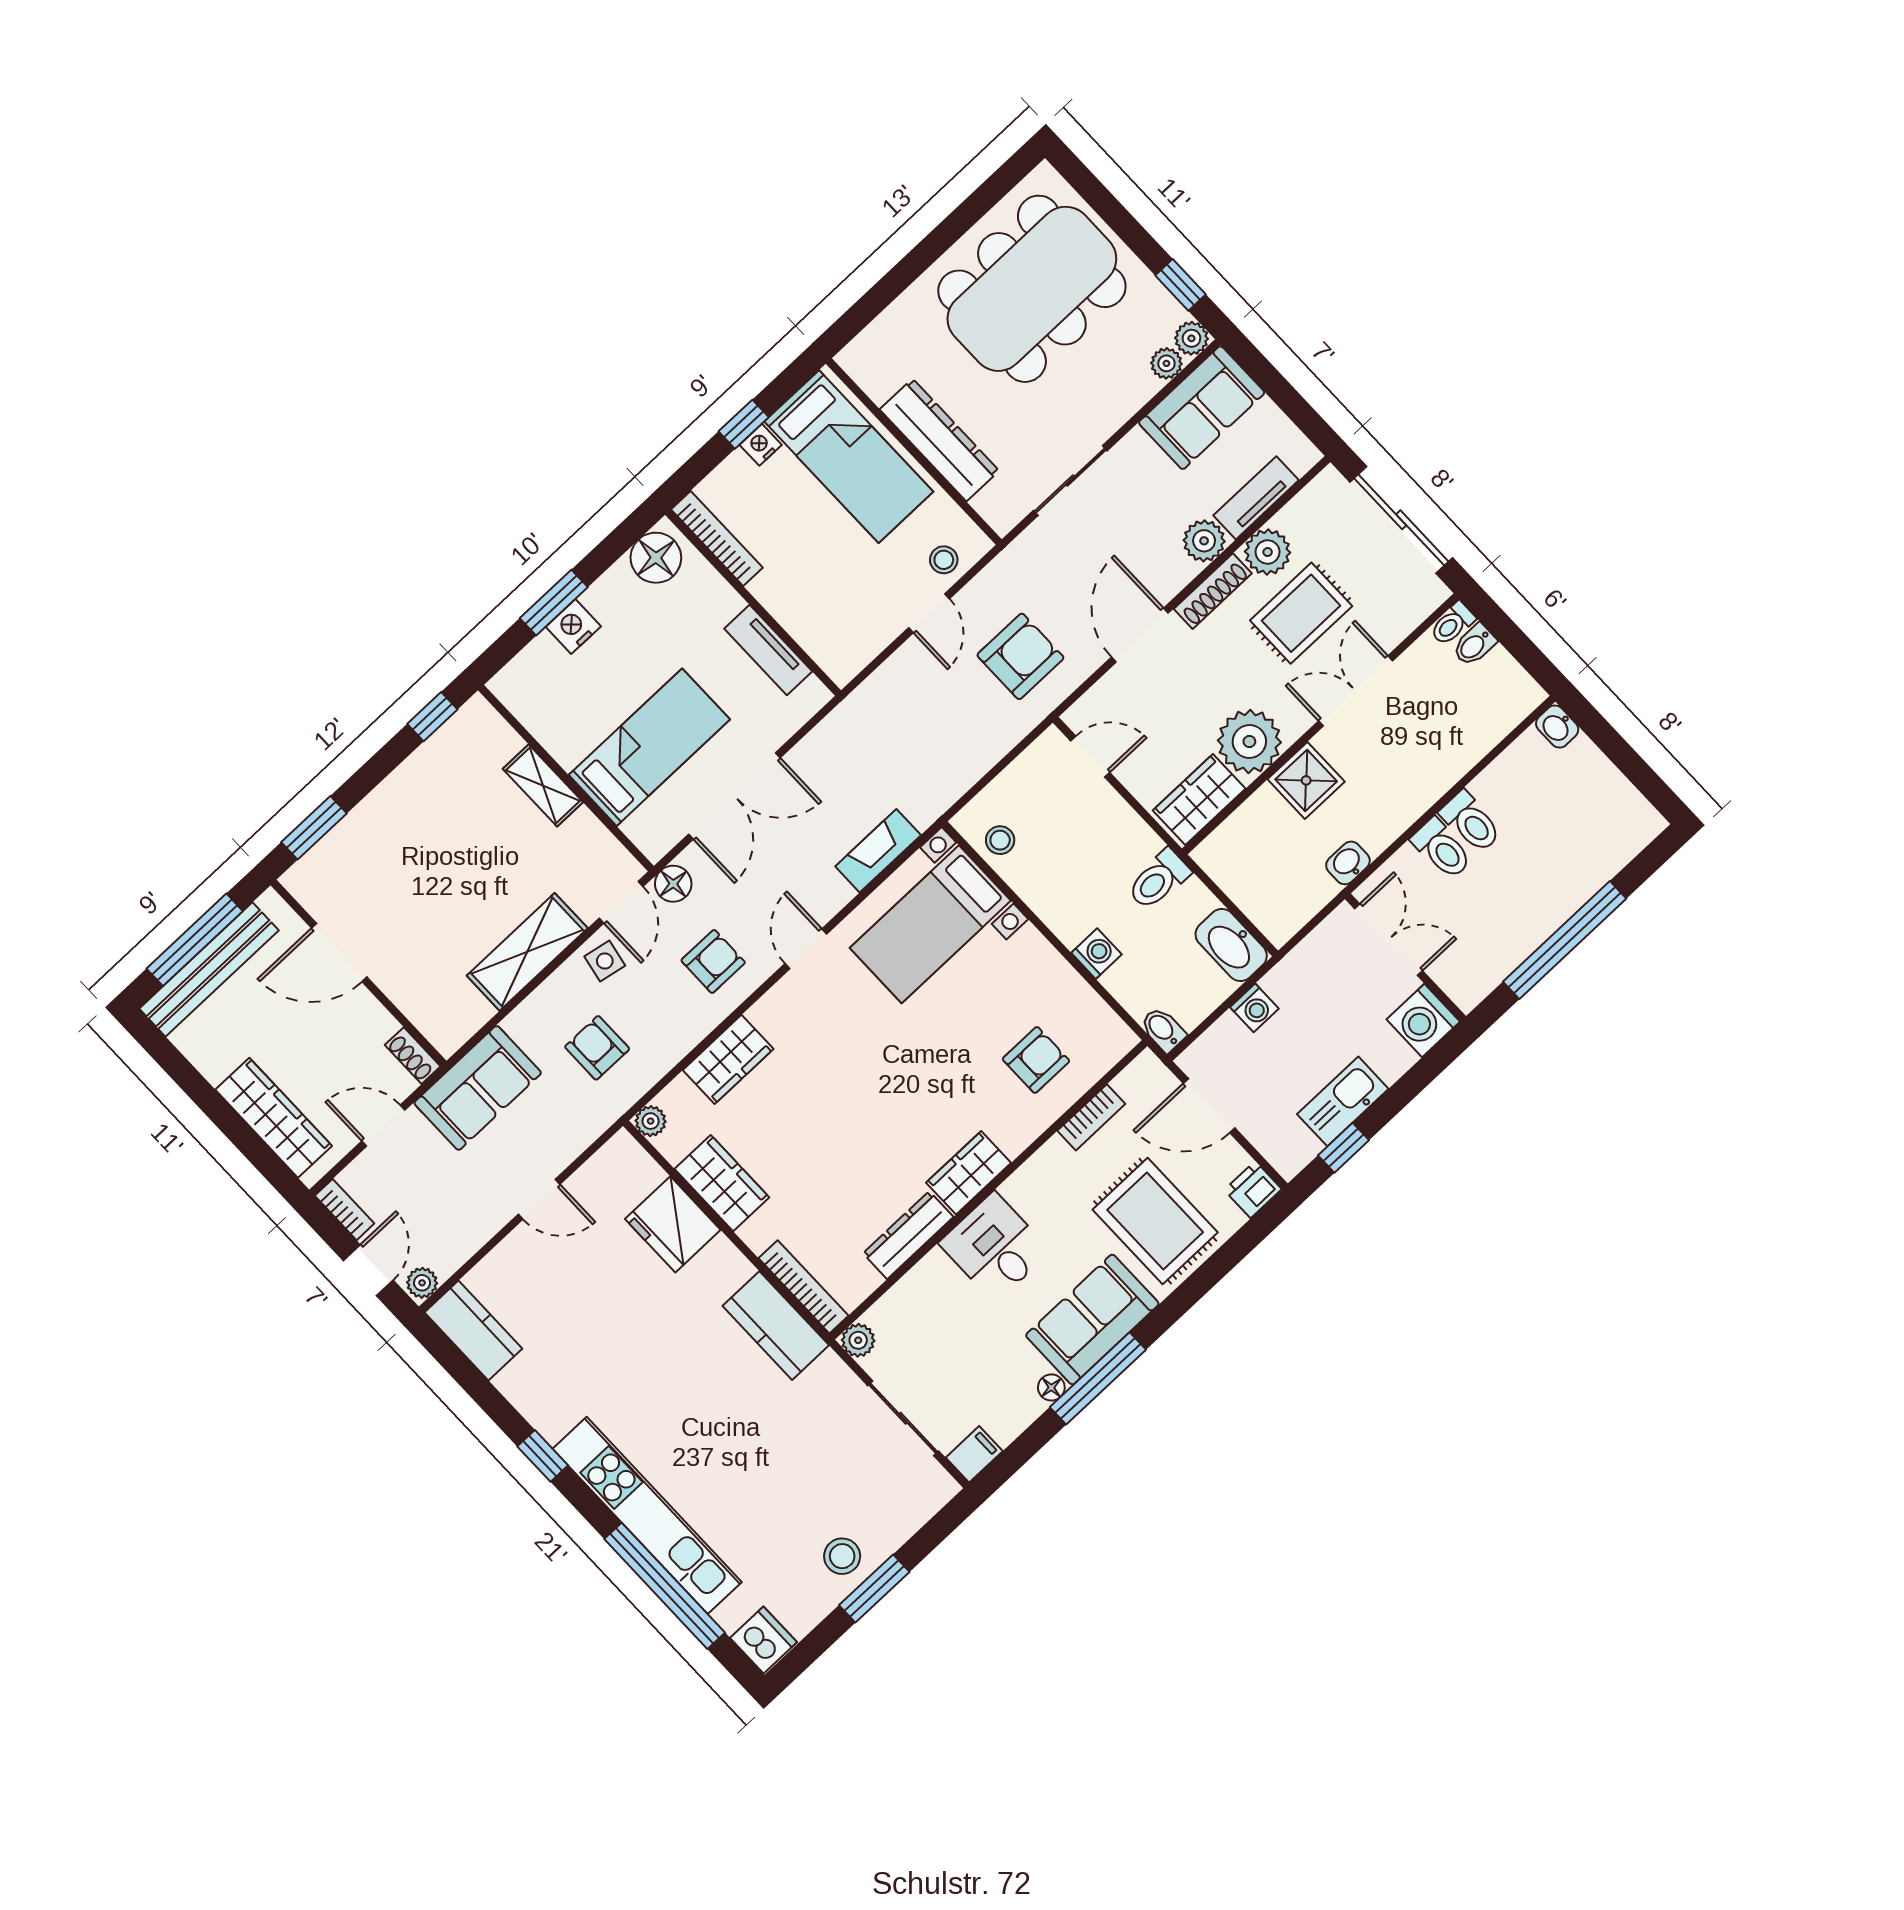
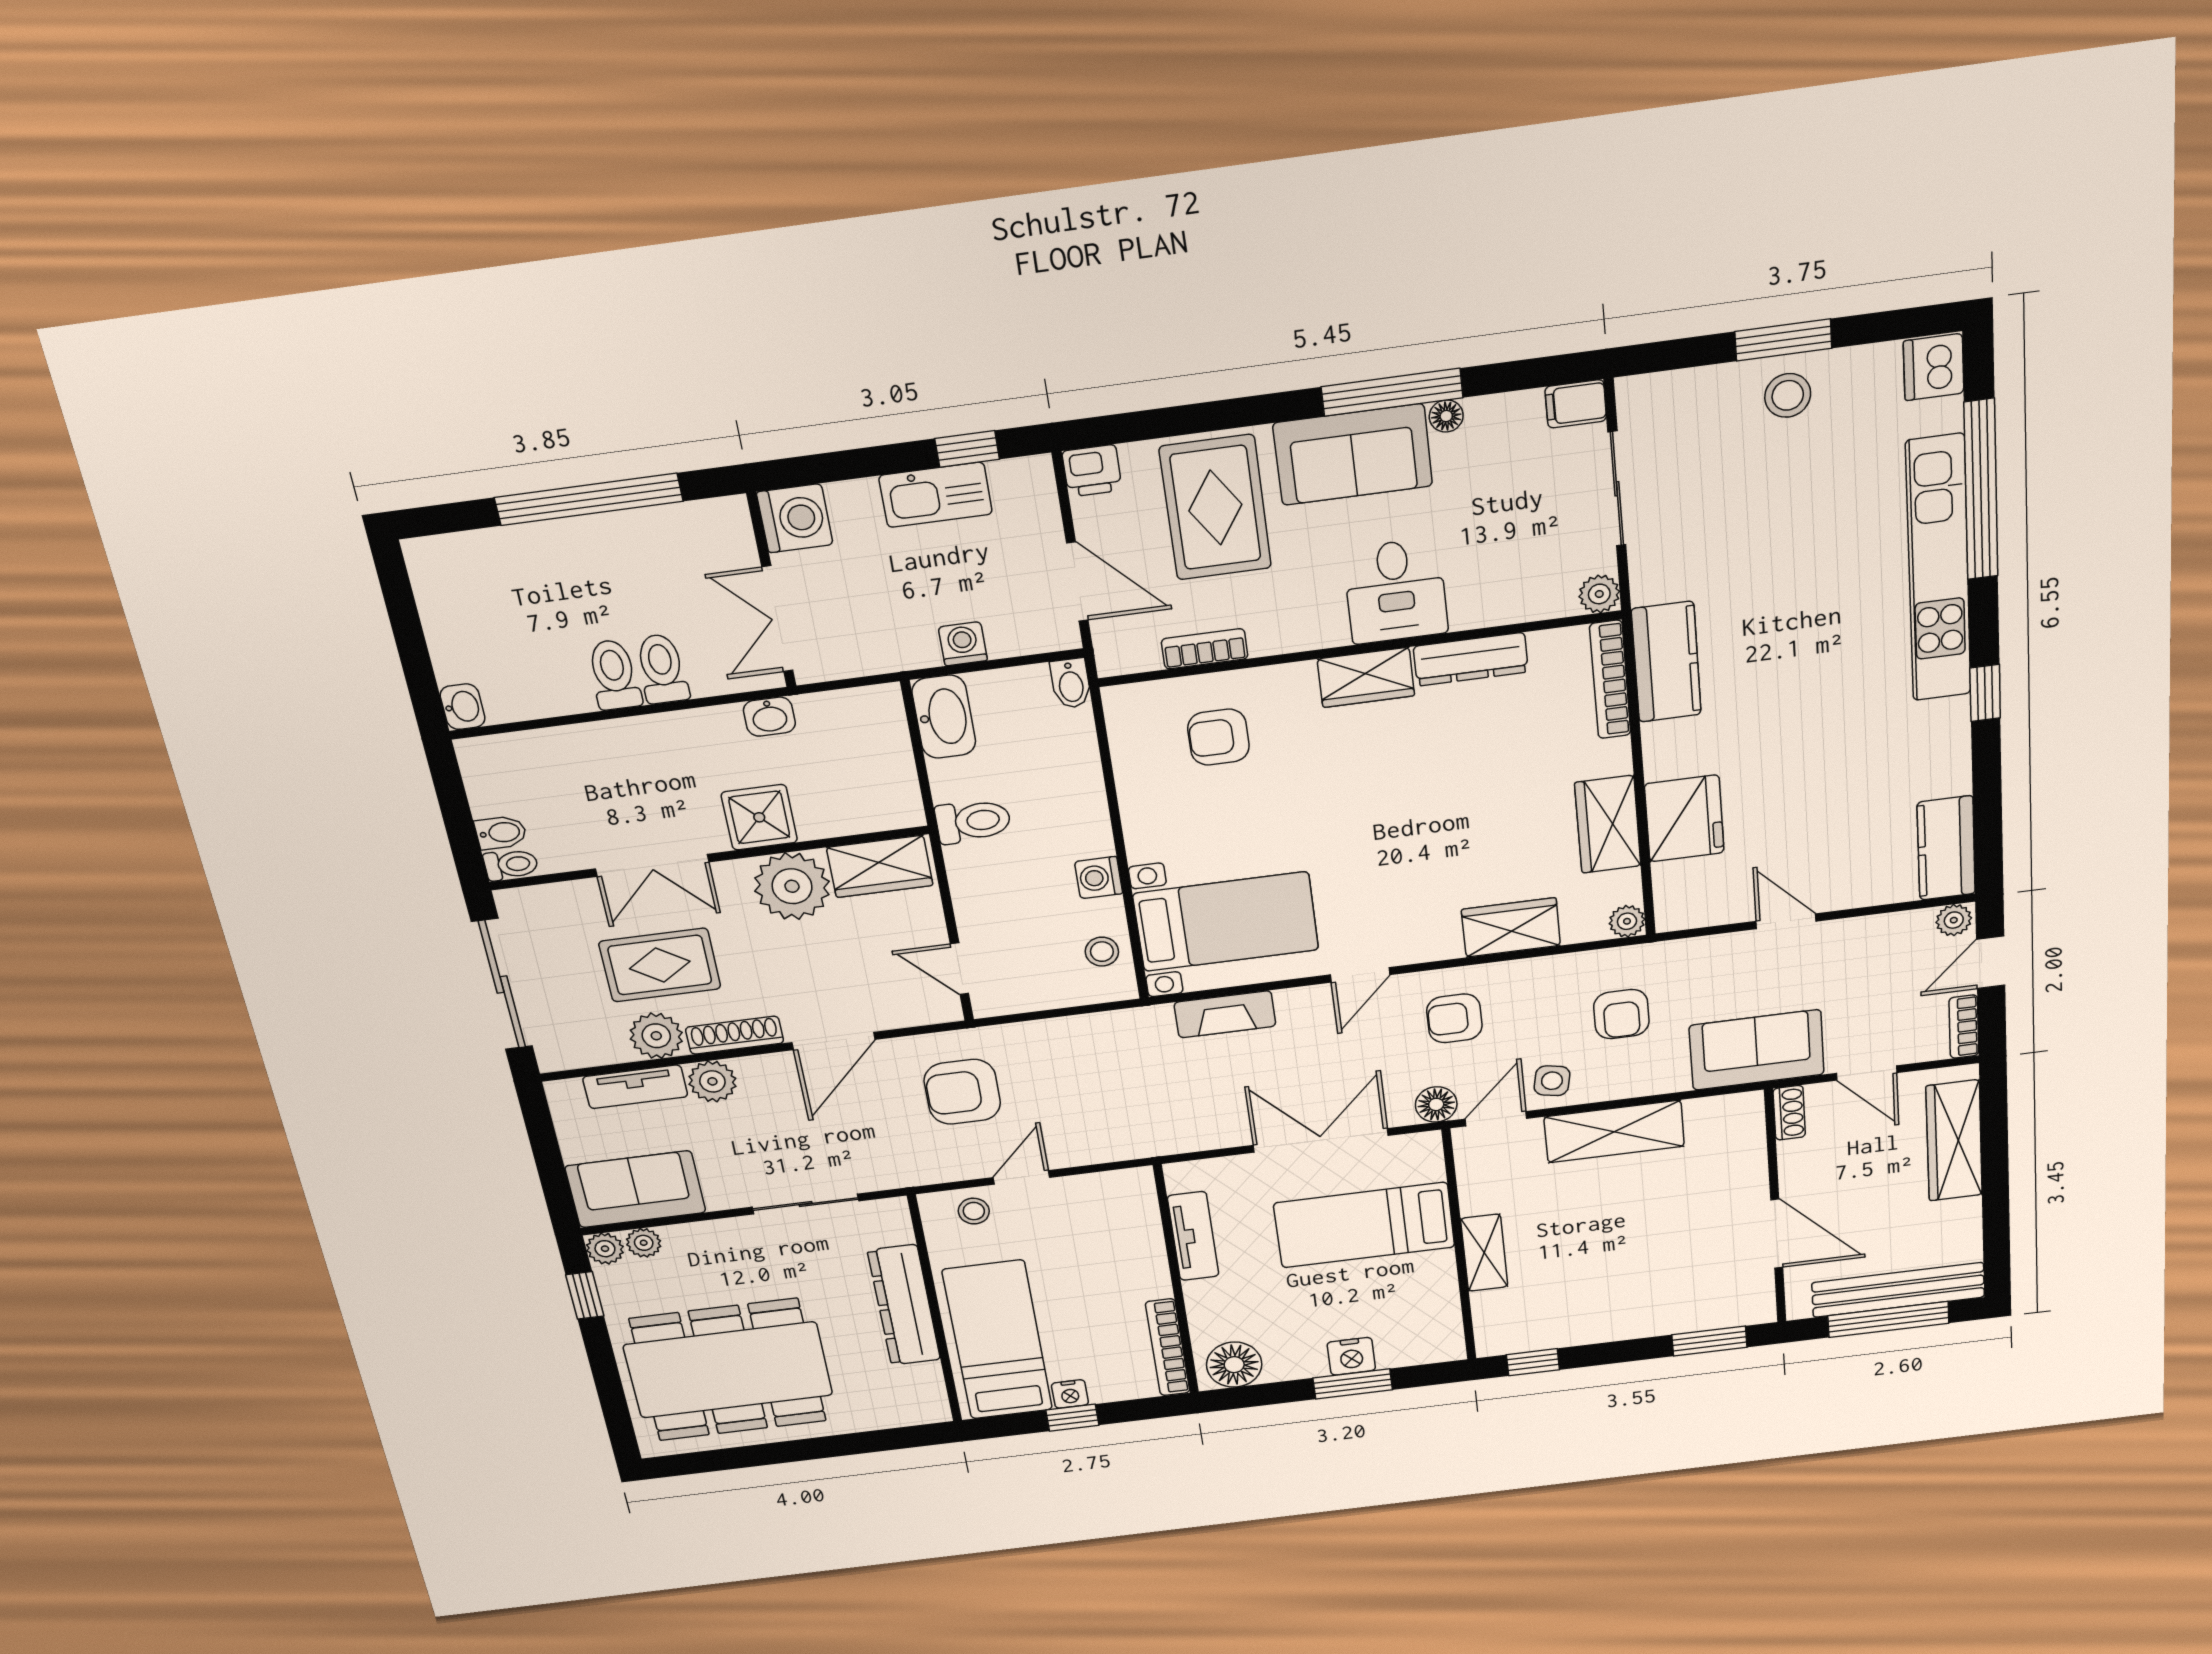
washing machine: (1096, 954) -> (1099, 878), moved

